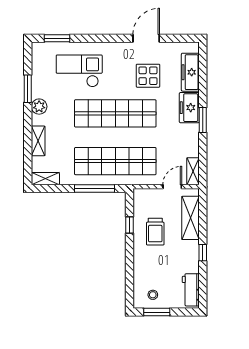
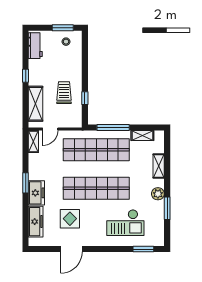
shelving: (45, 179) -> (142, 135), moved

